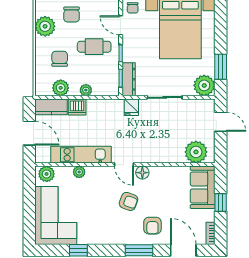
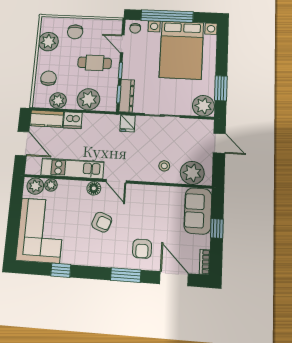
chair: (60, 59) -> (48, 78), moved
plant: (86, 90) -> (88, 99), width x1.88, depth x1.88
stool: (169, 147) -> (164, 166), added
plant: (79, 172) -> (51, 185), moved
floor lamp: (142, 173) -> (94, 188), moved
armchair: (129, 201) -> (102, 222), moved

